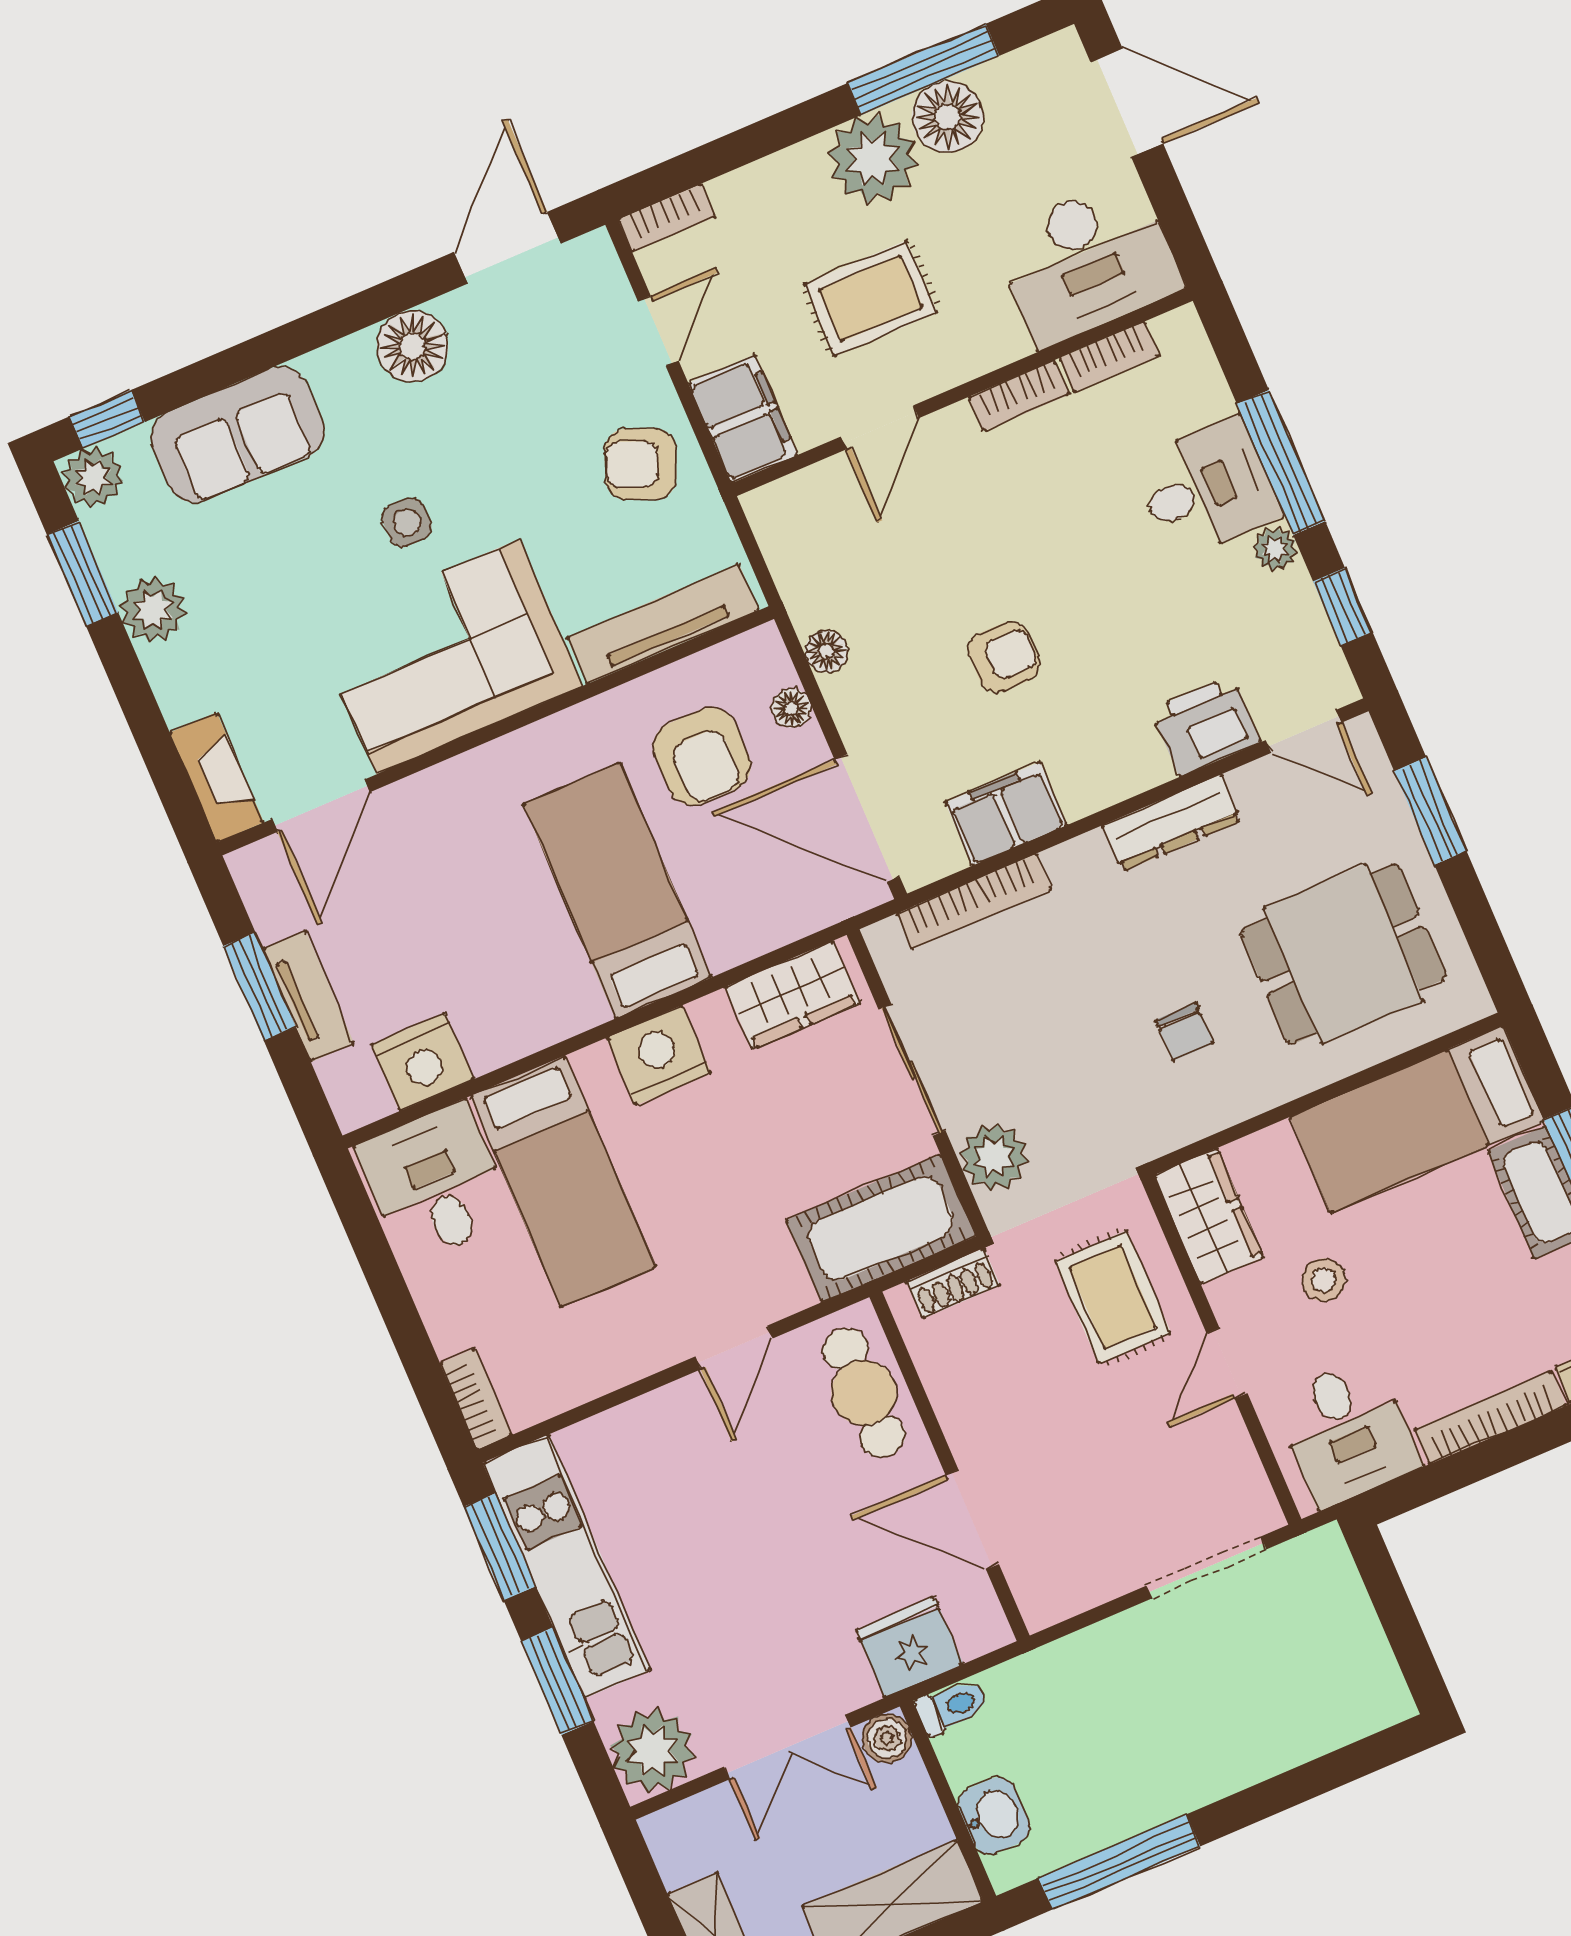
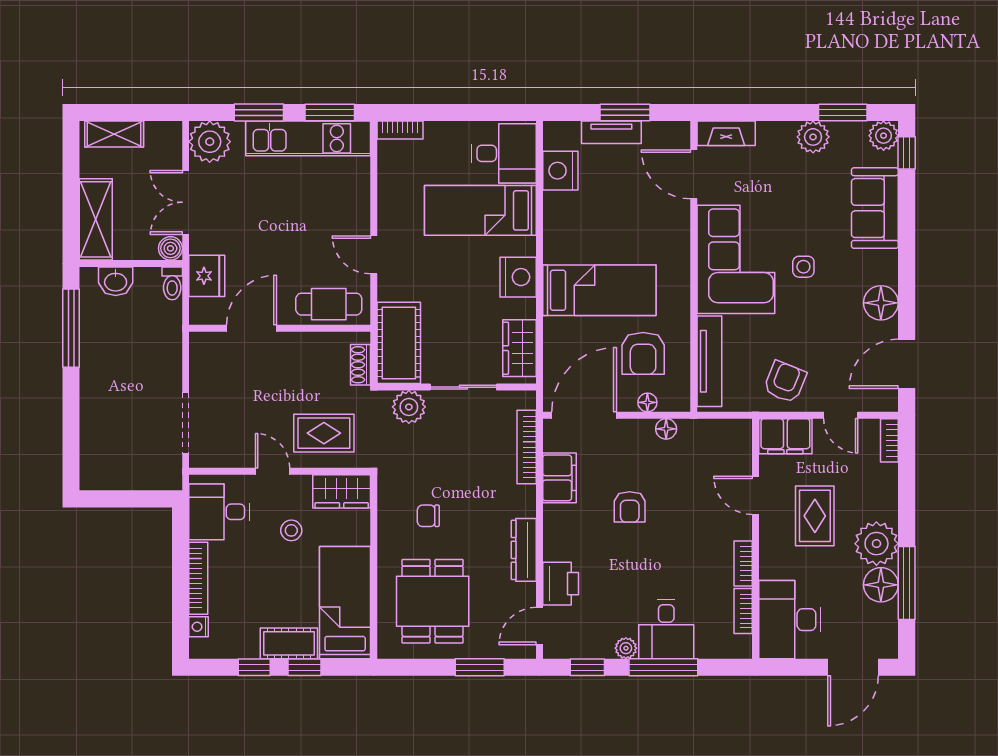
door: (507, 248) -> (907, 364), swing flipped
armchair: (702, 756) -> (643, 353), turned -90

